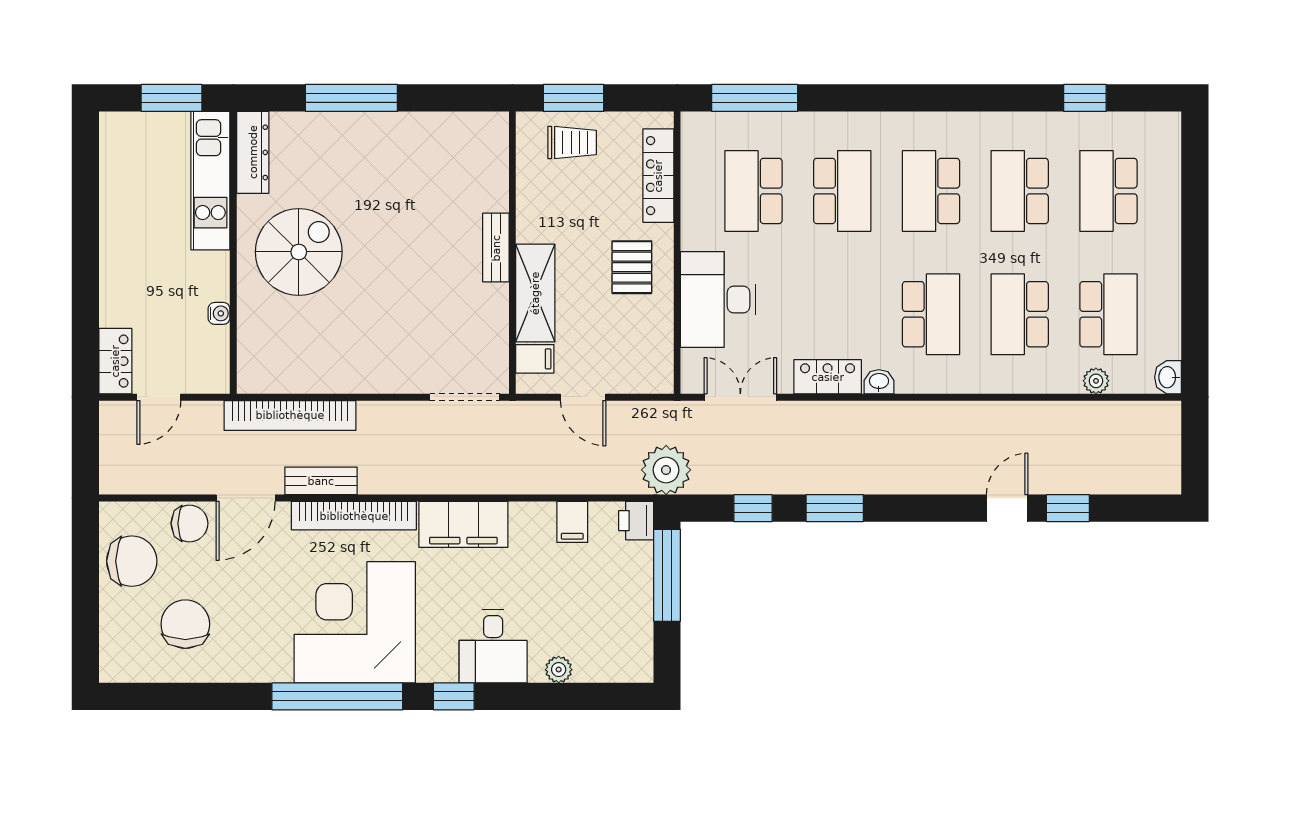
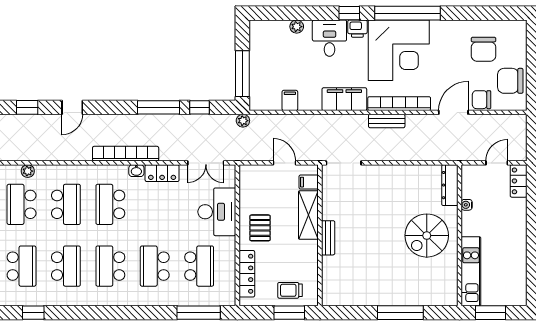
dresser: (253, 152) -> (450, 185), moved
school desk: (931, 191) -> (110, 266), turned 180
bookcase: (290, 415) -> (126, 154), moved
plant: (666, 470) -> (243, 121), width x0.53, depth x0.53
bench: (321, 481) -> (387, 121), moved
window: (835, 508) -> (158, 107), width x1.44
window: (1068, 508) -> (27, 107), moved
printer: (636, 521) -> (357, 29), moved, turned 90

